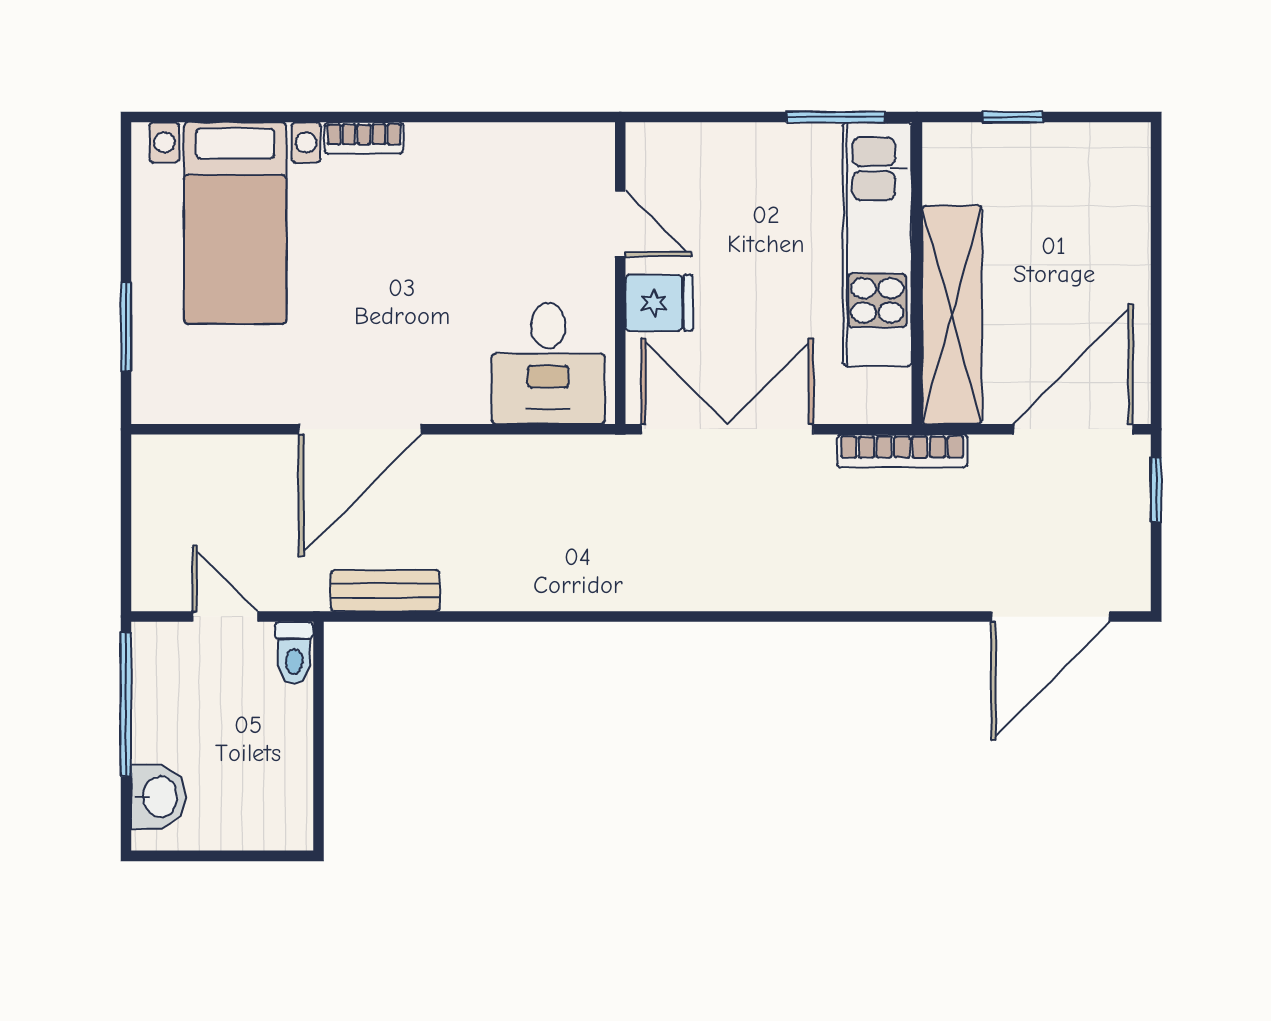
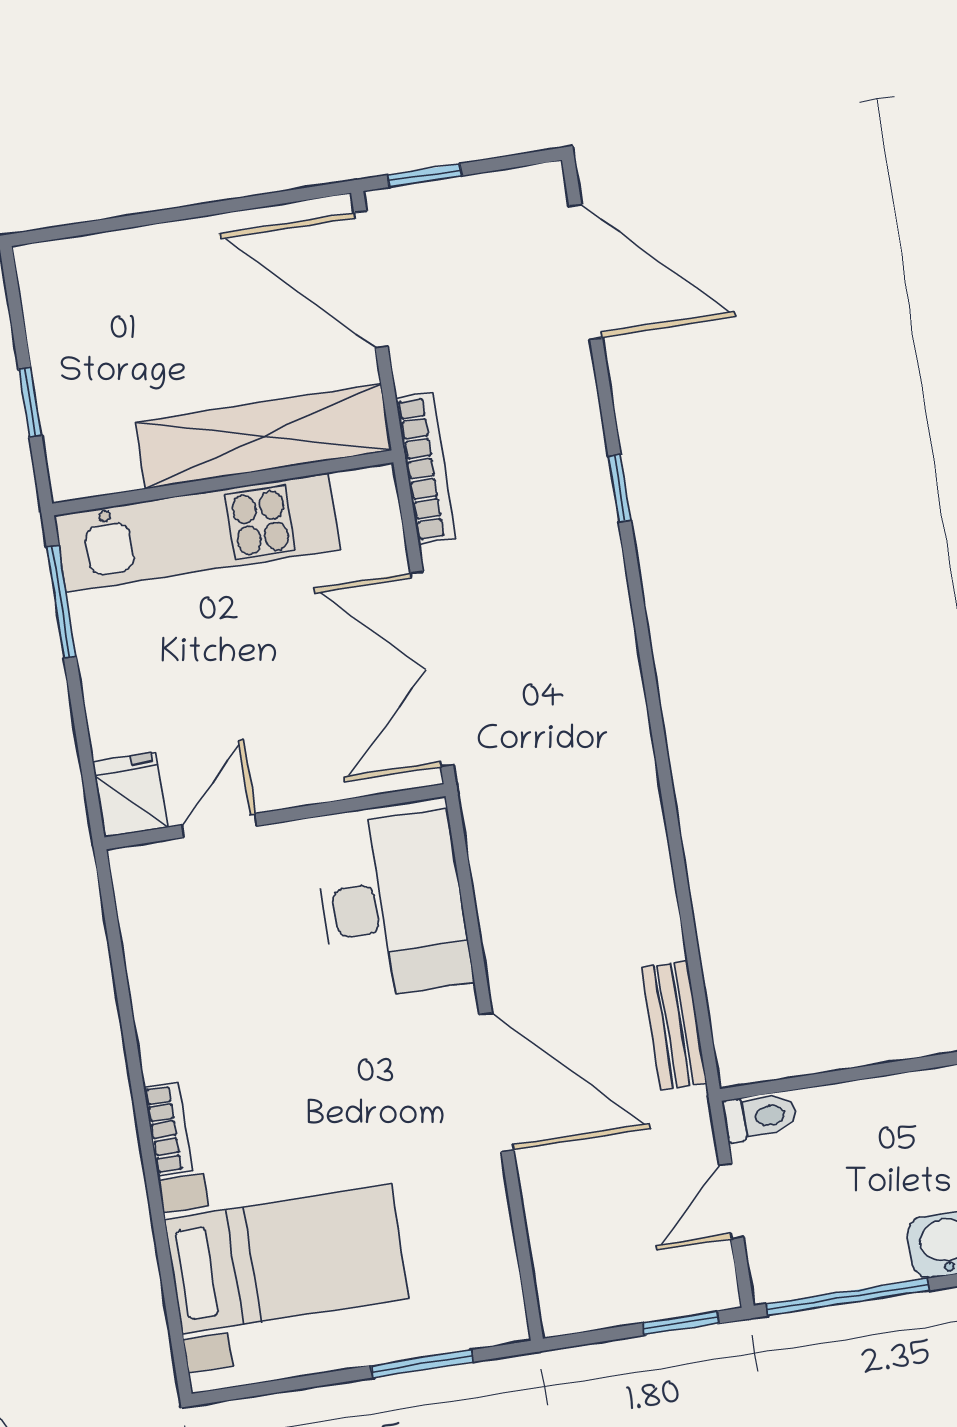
fridge: (659, 303) -> (130, 795), moved
desk: (548, 363) -> (393, 906), width x1.37
window: (126, 556) -> (681, 1323), added
window: (858, 617) -> (620, 488), added

